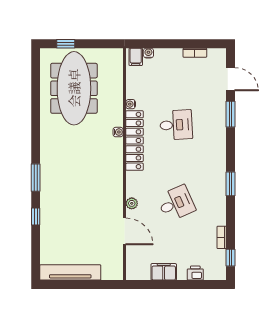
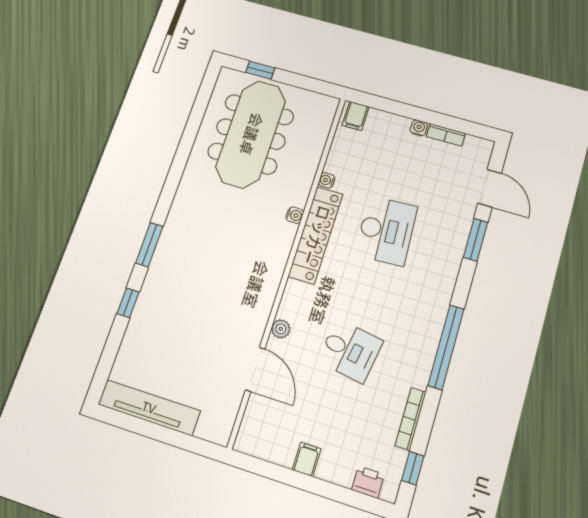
water cooler: (148, 53) -> (419, 128), moved
desk: (176, 125) -> (386, 231), width x1.37
window: (231, 184) -> (446, 347), width x2.11
desk: (176, 203) -> (350, 351), turned 33
bookcase: (222, 237) -> (411, 419), width x1.56
filing cabinet: (164, 272) -> (307, 459), width x0.50
printer: (195, 273) -> (368, 482), moved

